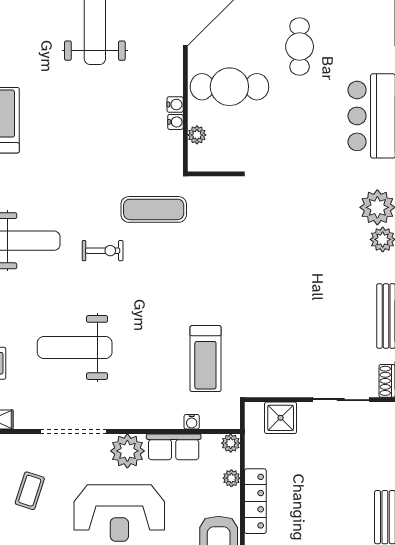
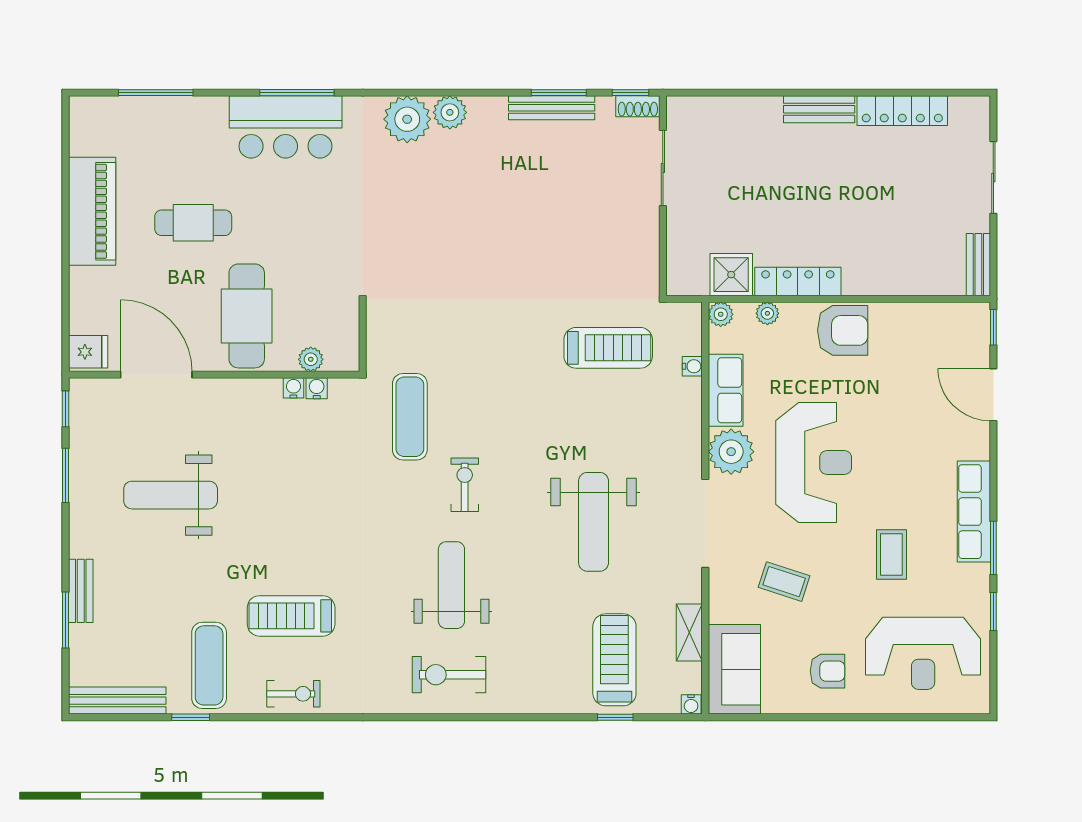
water cooler: (175, 104) -> (317, 388), moved
shower: (281, 418) -> (731, 275), moved

